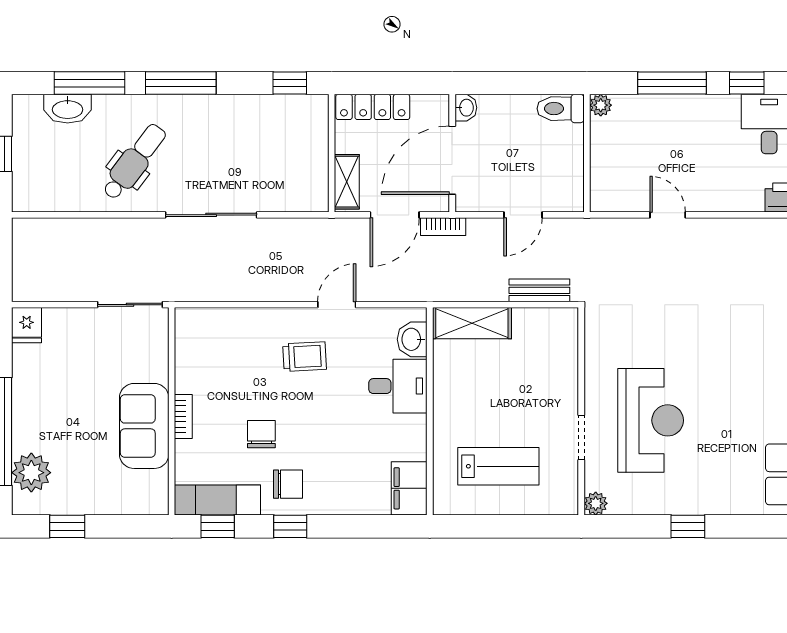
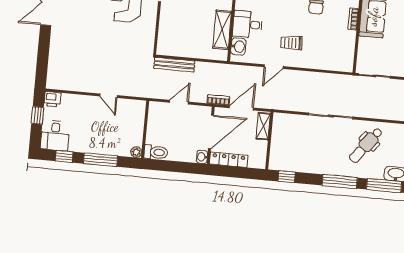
locker: (373, 107) -> (229, 160), moved
bench: (539, 290) -> (174, 65), width x1.36
shelving: (472, 323) -> (222, 30), moved, turned 90

